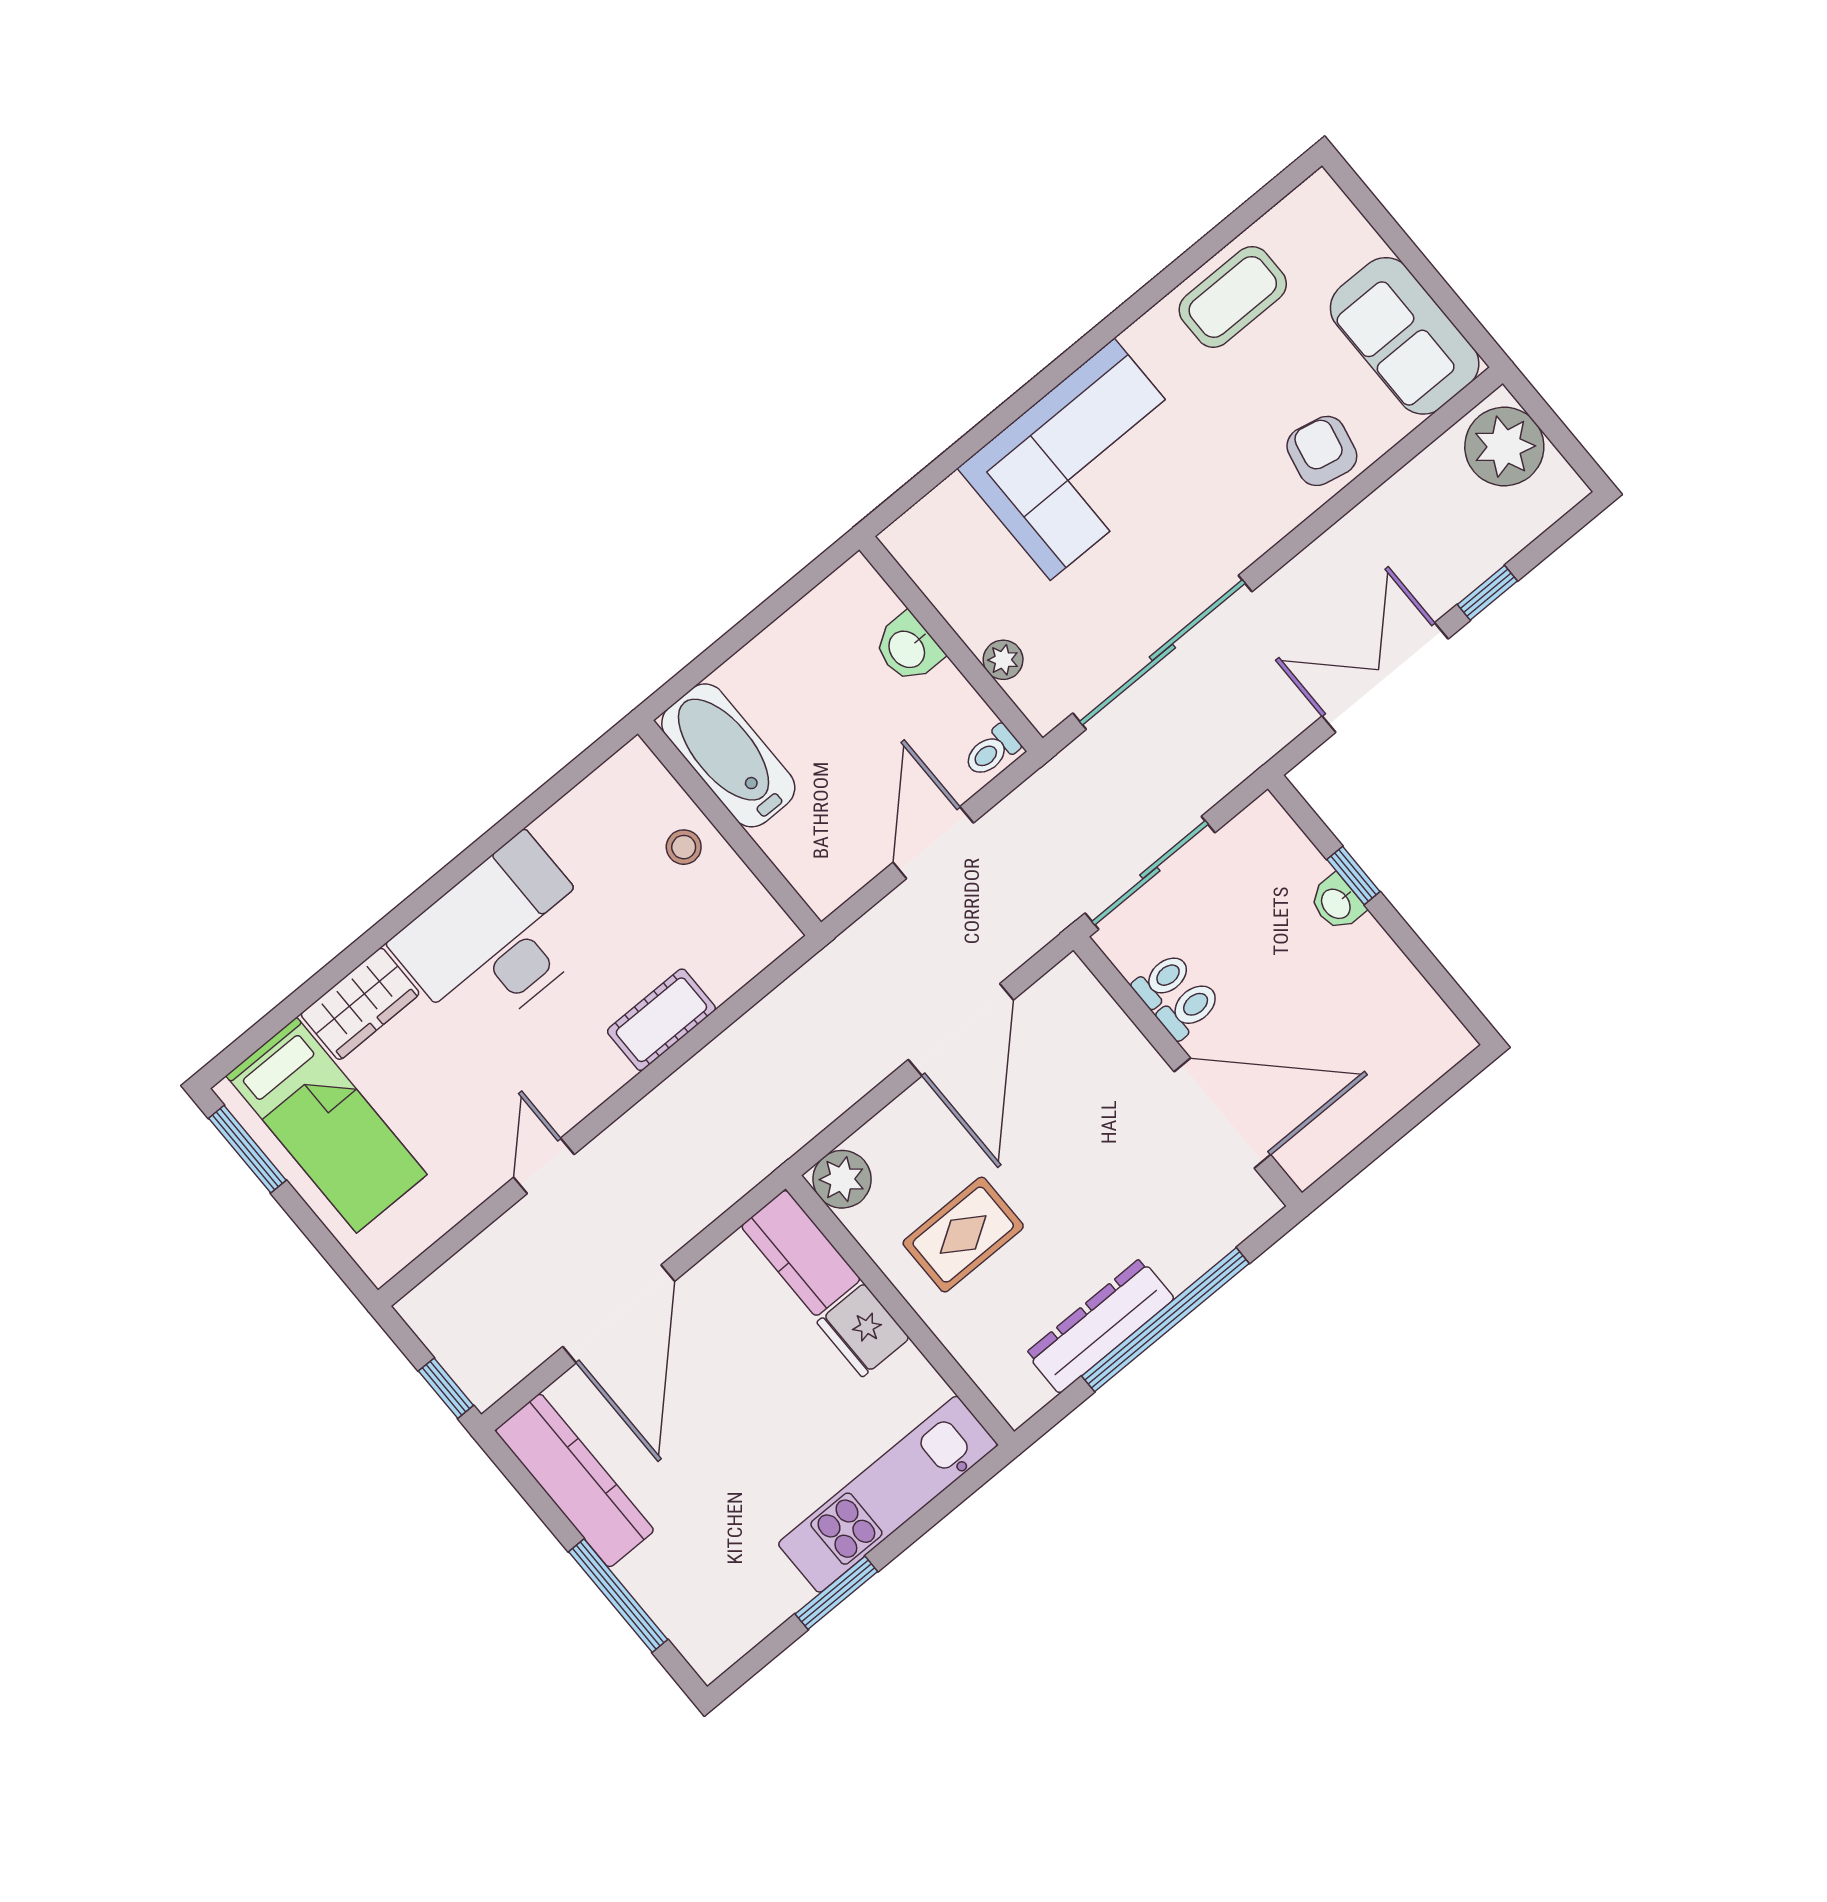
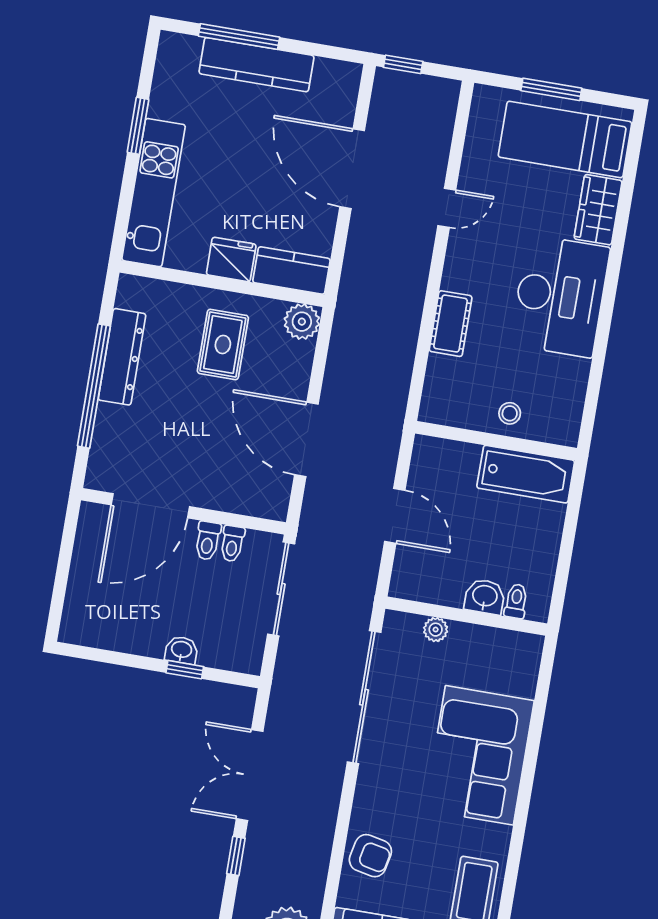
double door: (1385, 678) -> (250, 775), swing flipped
toilet: (992, 751) -> (516, 601), moved
window: (247, 1149) -> (551, 89), moved
door: (544, 1166) -> (447, 208), hinge flipped
kitchen counter: (575, 1480) -> (257, 65), moved

